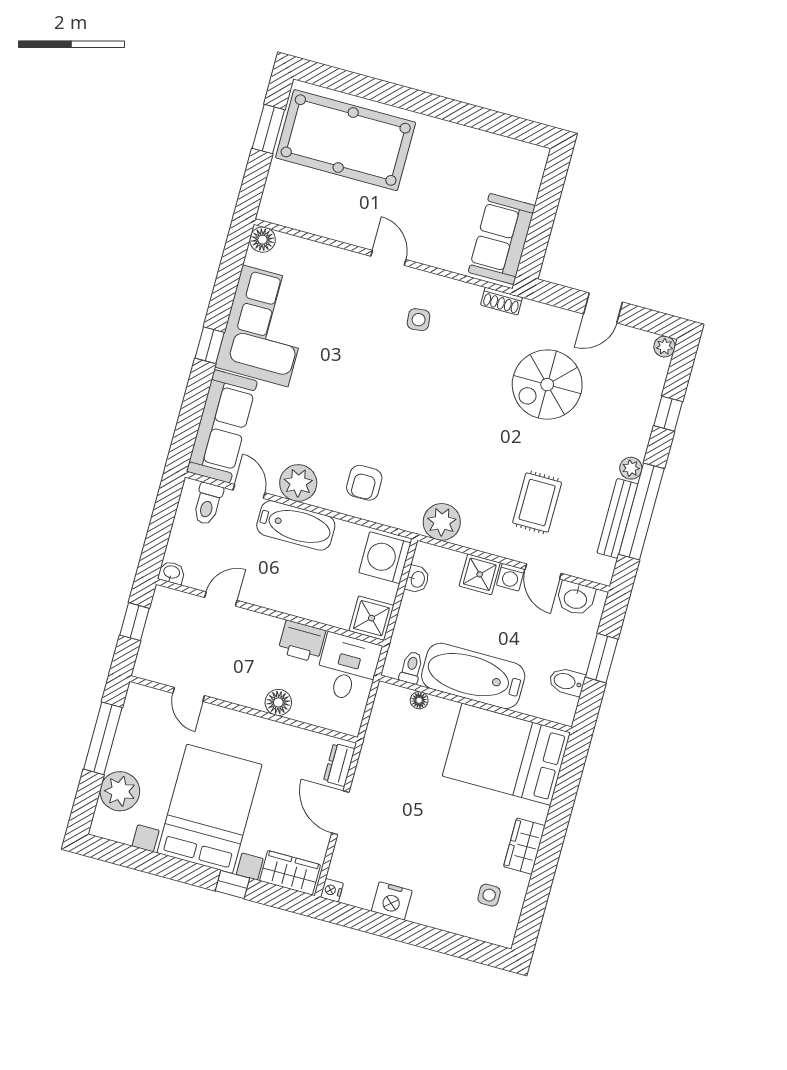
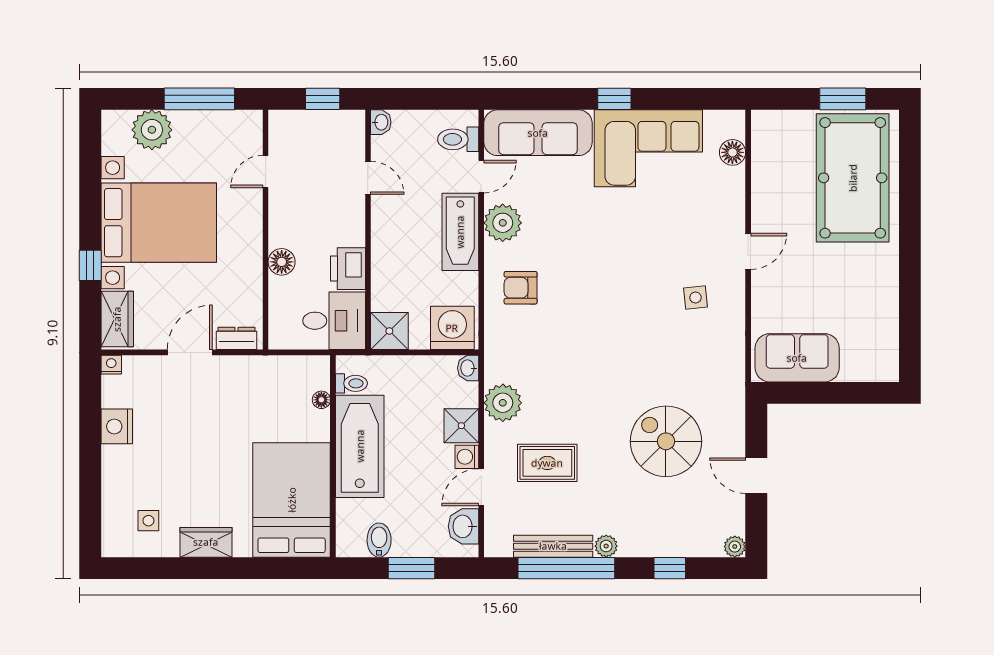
floor lamp: (262, 240) -> (732, 152), moved
shoe rack: (502, 301) -> (736, 374), removed
plant: (442, 522) -> (503, 403), moved
washbasin: (417, 579) -> (468, 368), moved, turned 90

